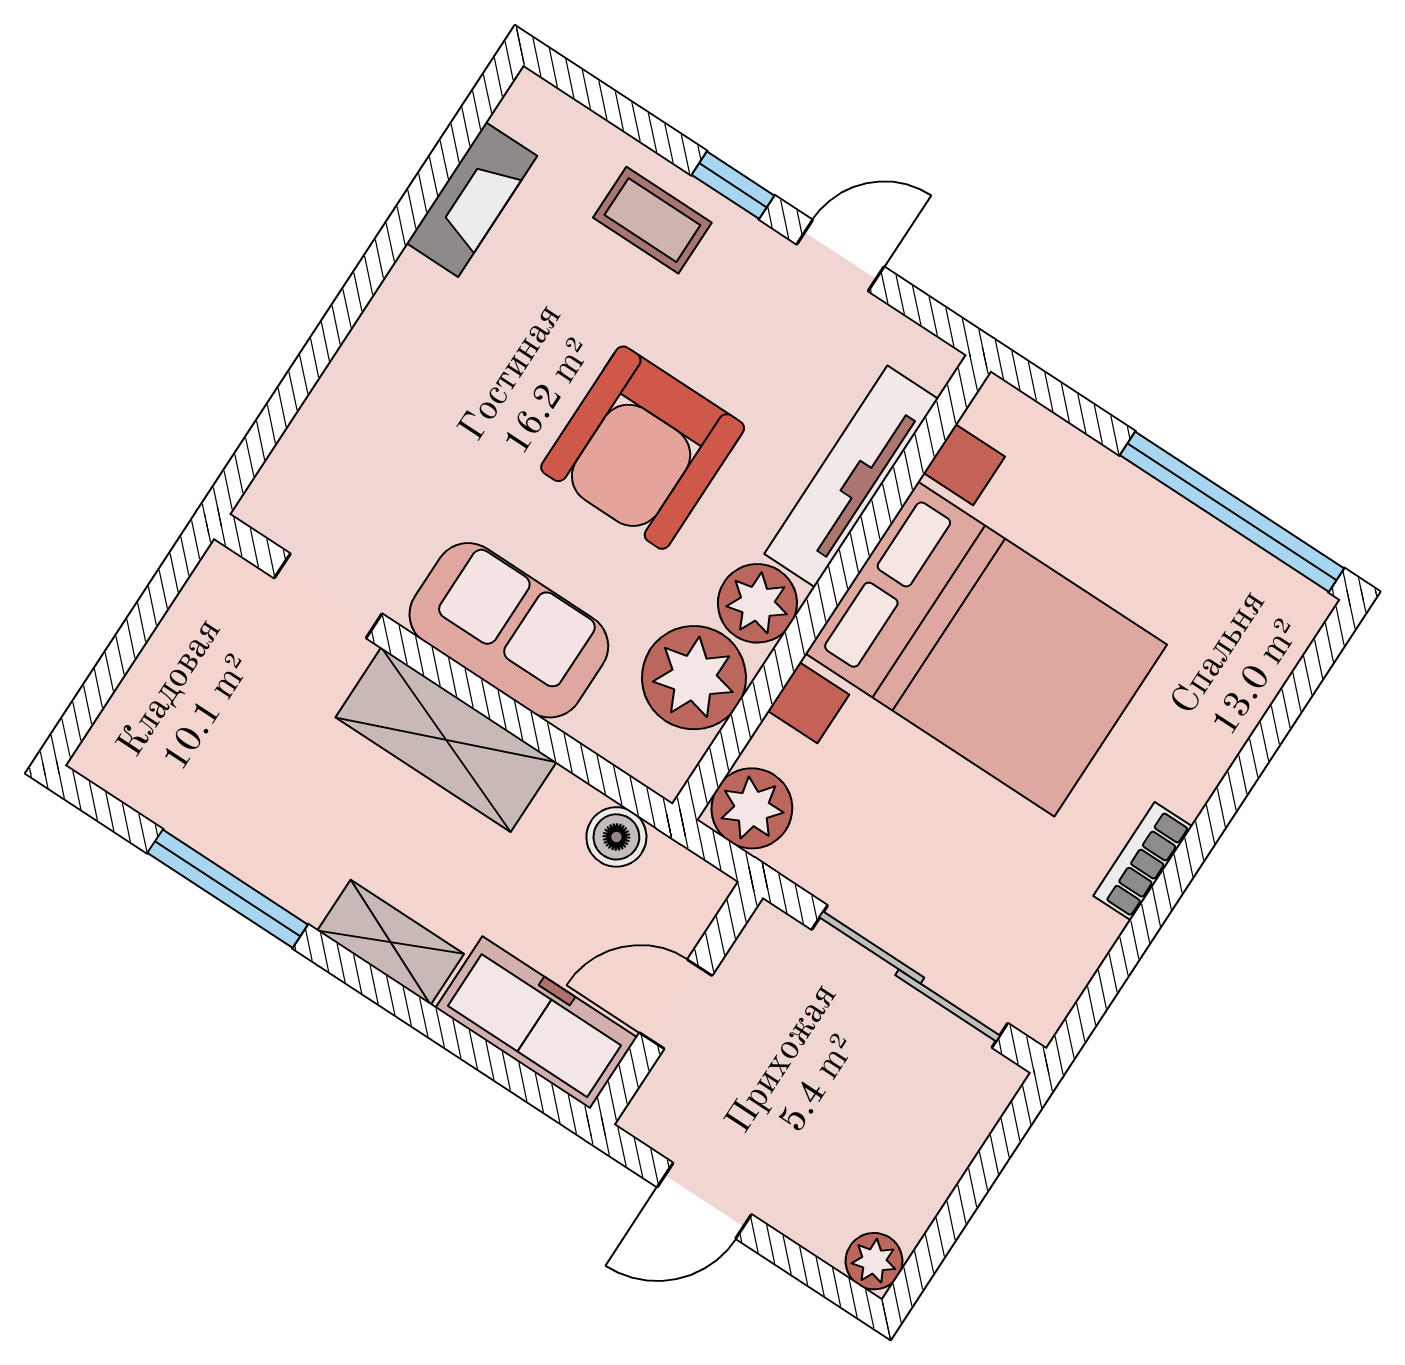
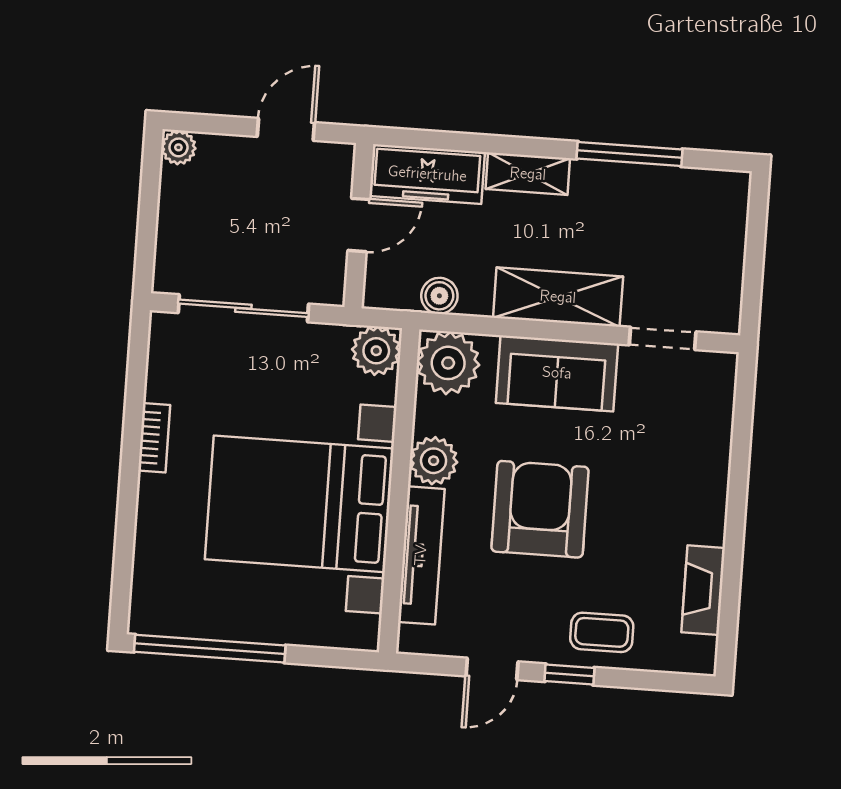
plant: (694, 678) -> (448, 363), moved

